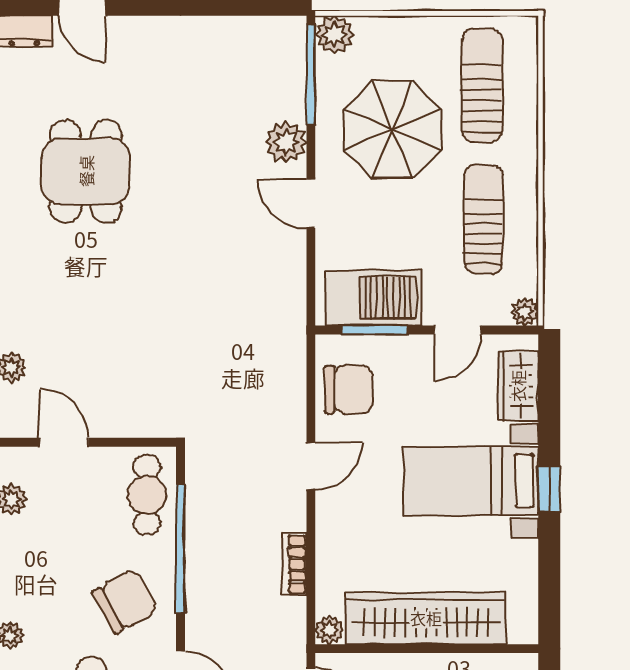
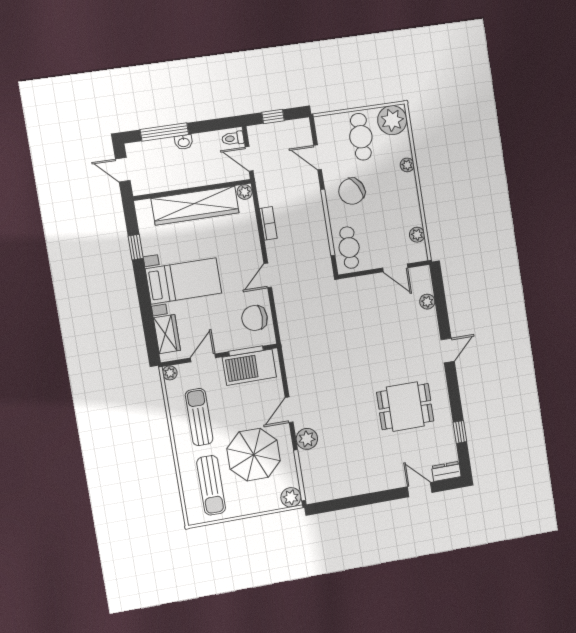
dining table: (86, 171) -> (405, 407), turned 90
door: (311, 204) -> (289, 410), swing flipped
sun lounger: (483, 219) -> (199, 417), turned 180
window: (549, 489) -> (136, 247), moved

